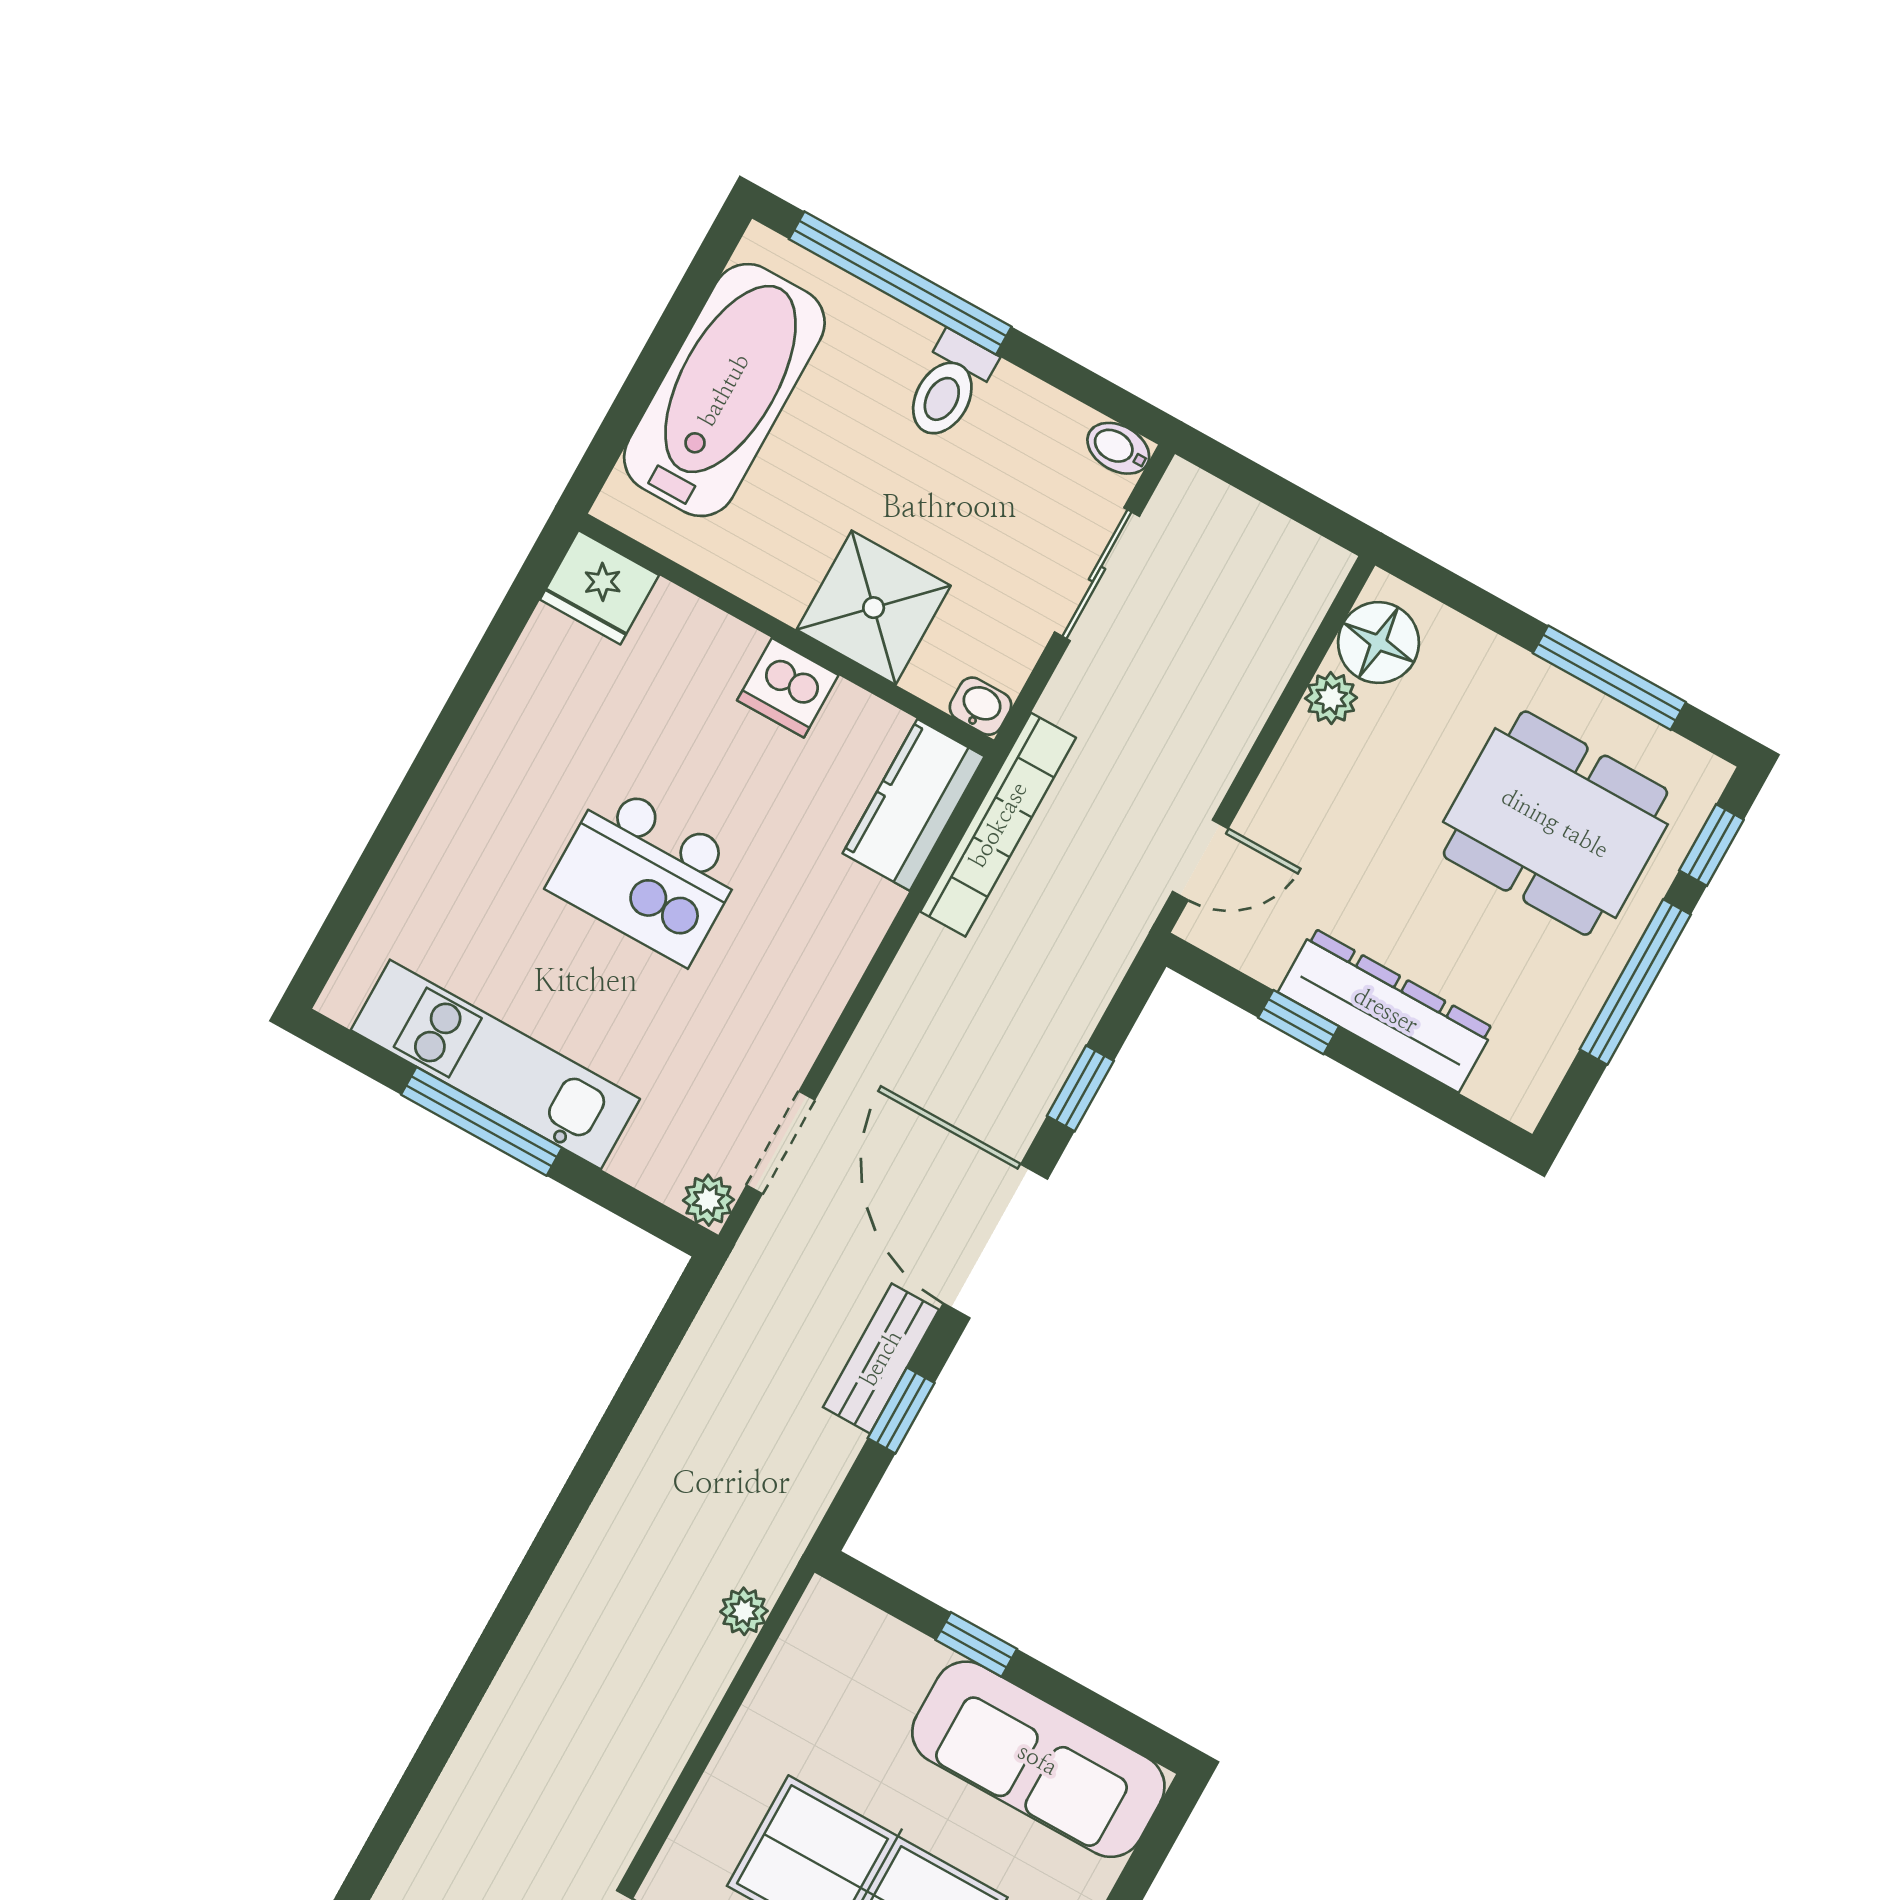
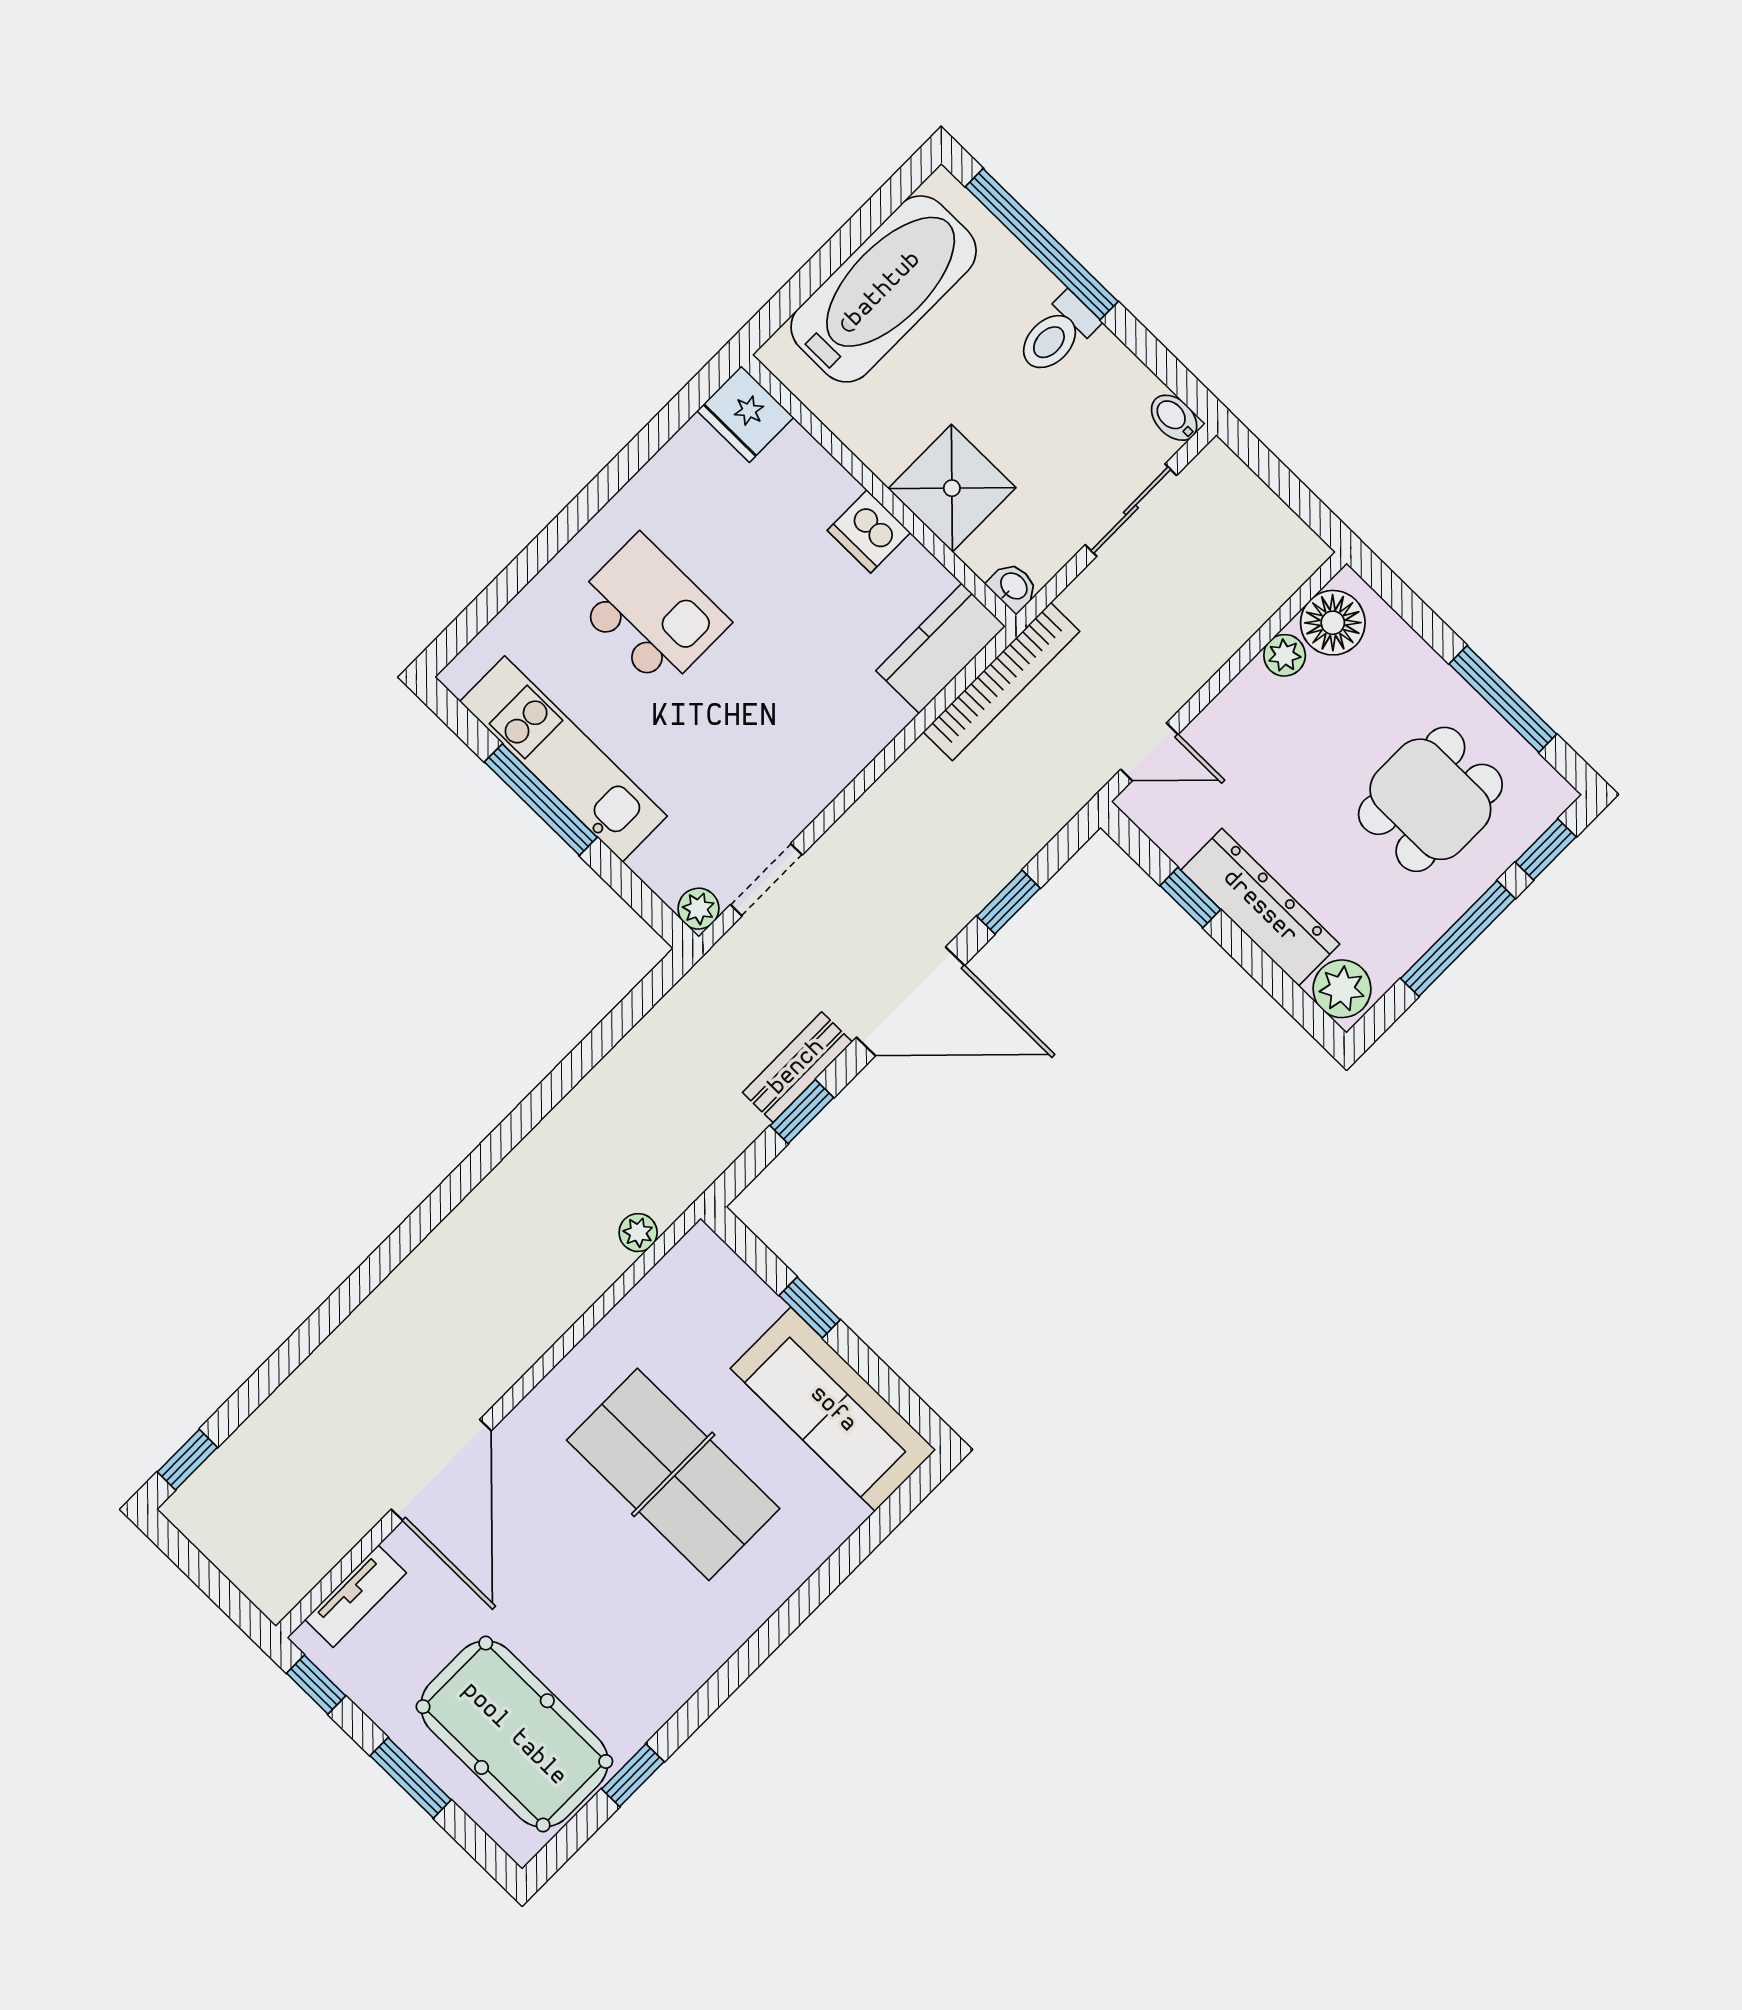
dining table: (1555, 823) -> (1430, 799), width x0.73
kitchen island: (647, 874) -> (651, 612), moved, turned 180
plant: (1512, 1081) -> (1342, 989), added
door: (995, 1241) -> (910, 1001), swing flipped

